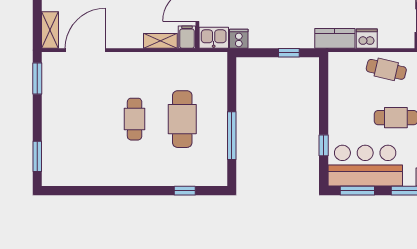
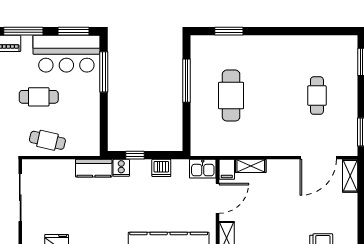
cooker: (239, 39) -> (121, 168), moved
dishwasher: (367, 39) -> (161, 168), moved
cafe table: (135, 119) -> (317, 96), moved
window: (324, 145) -> (104, 72), width x2.17
window: (185, 191) -> (229, 31), width x1.50

